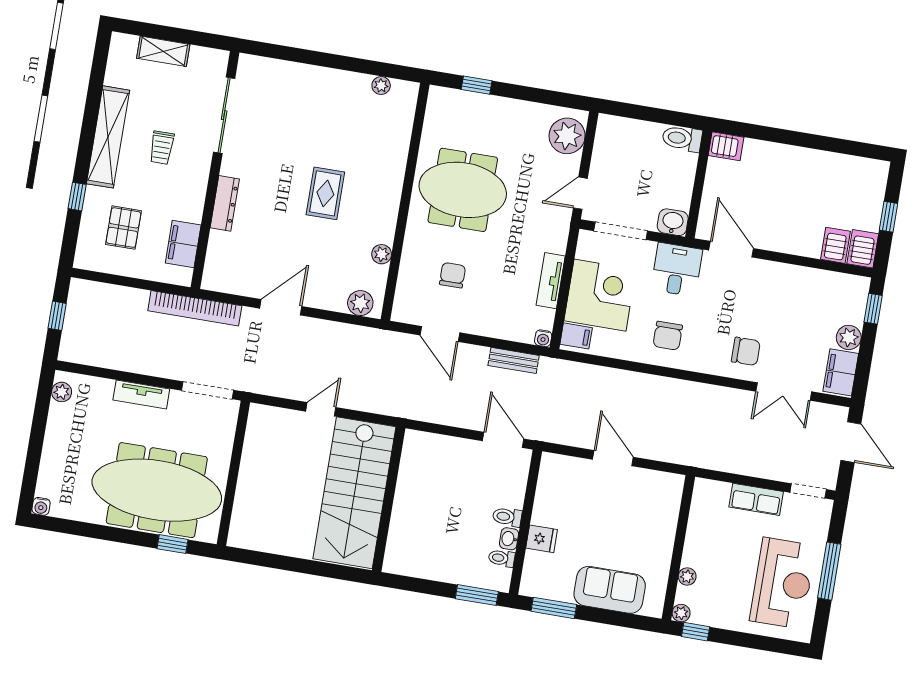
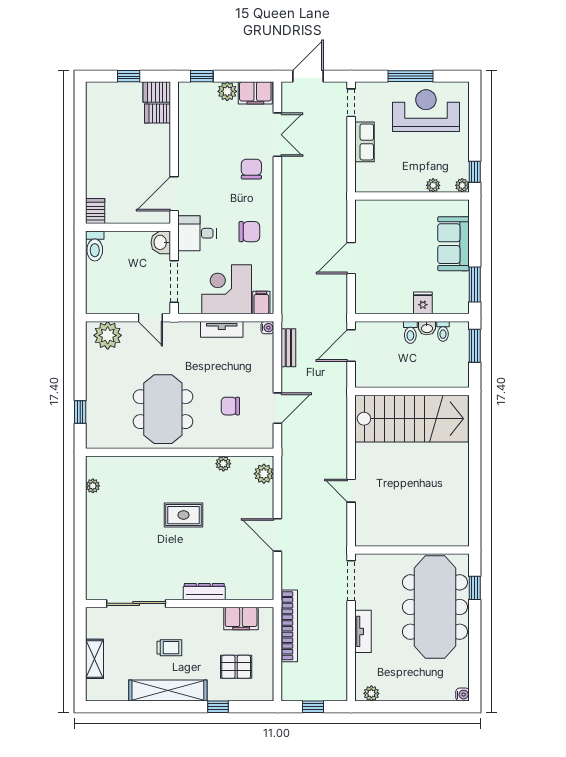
bookcase: (195, 308) -> (289, 626), moved
stairs: (354, 493) -> (411, 419), moved
wall: (389, 499) -> (412, 391), moved

